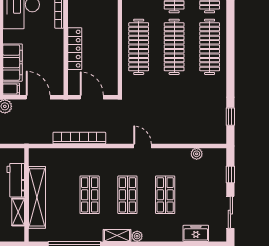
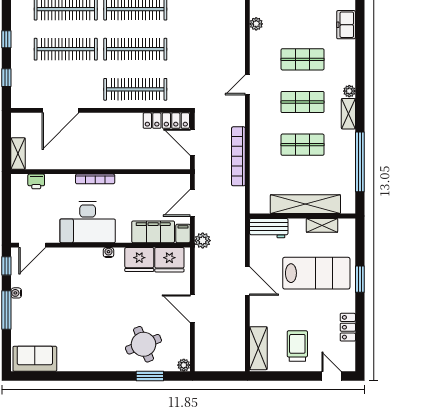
locker: (75, 49) -> (166, 121), moved, turned 180
door: (92, 97) -> (192, 142), hinge flipped
workbench: (16, 180) -> (269, 228), moved

